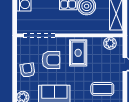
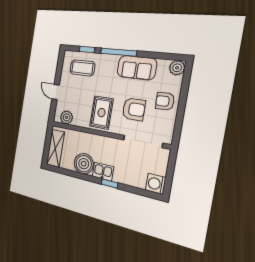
armchair: (51, 60) -> (134, 109), turned 180
armchair: (28, 70) -> (165, 101), turned 97

